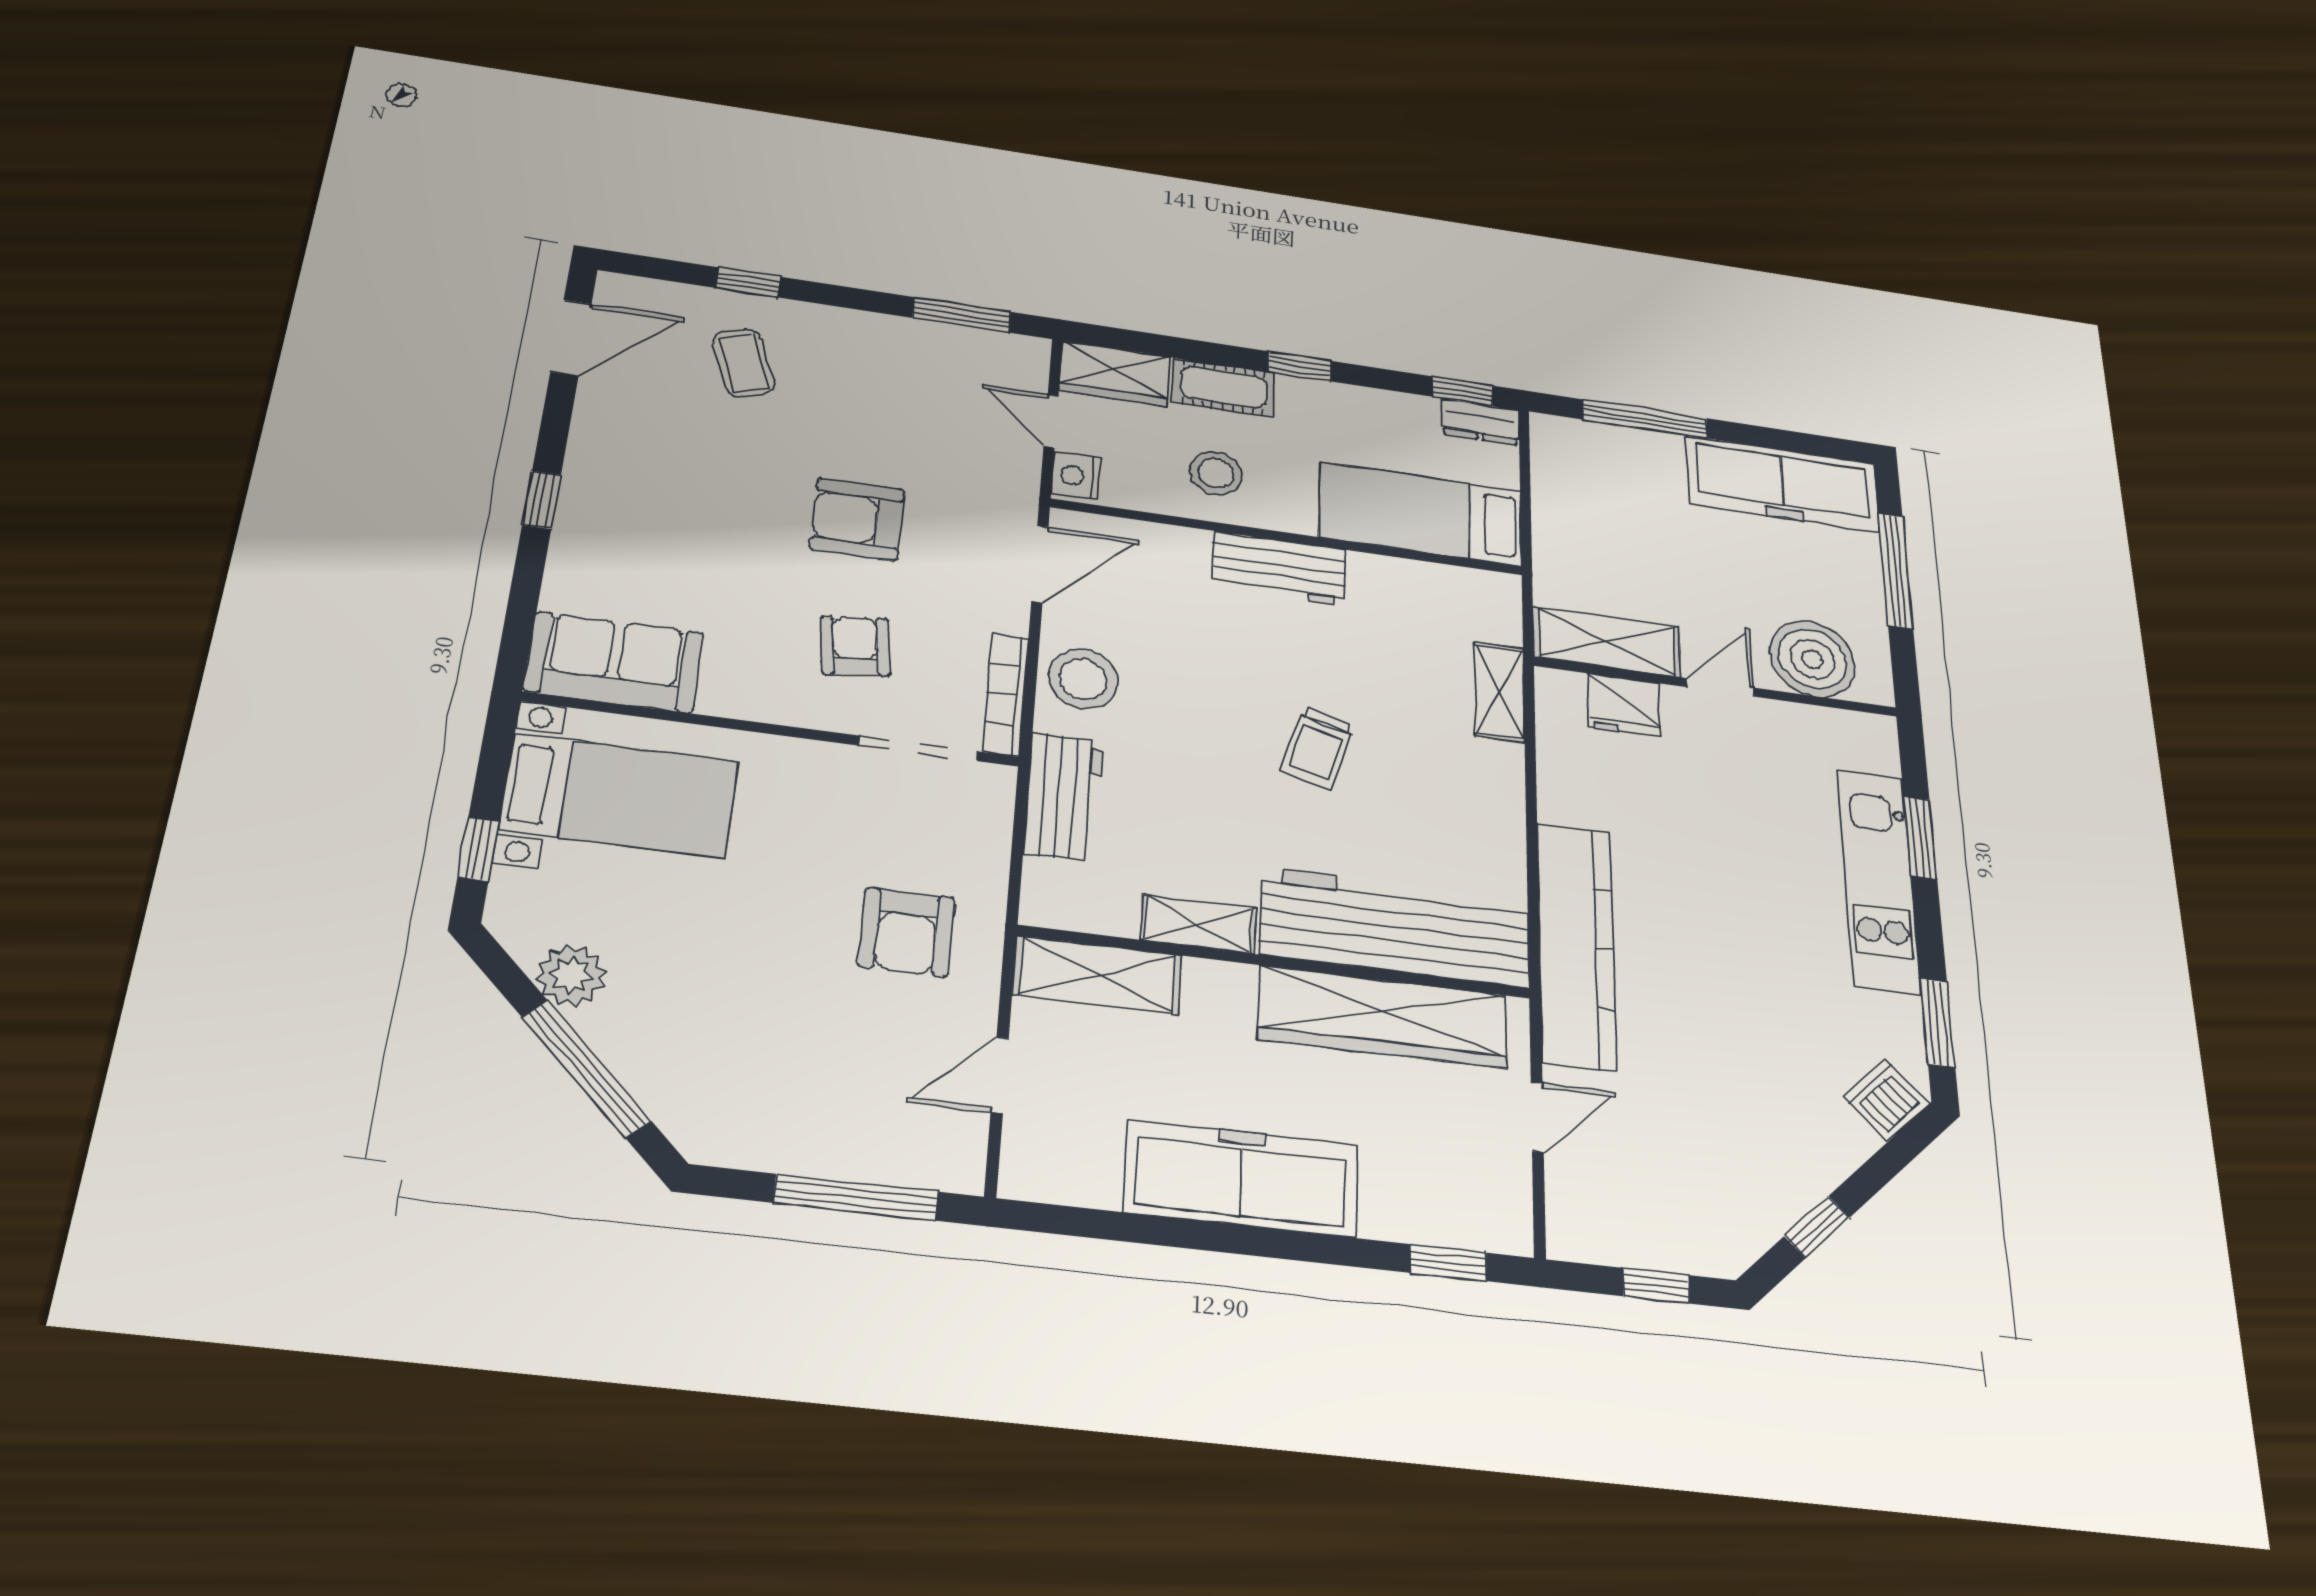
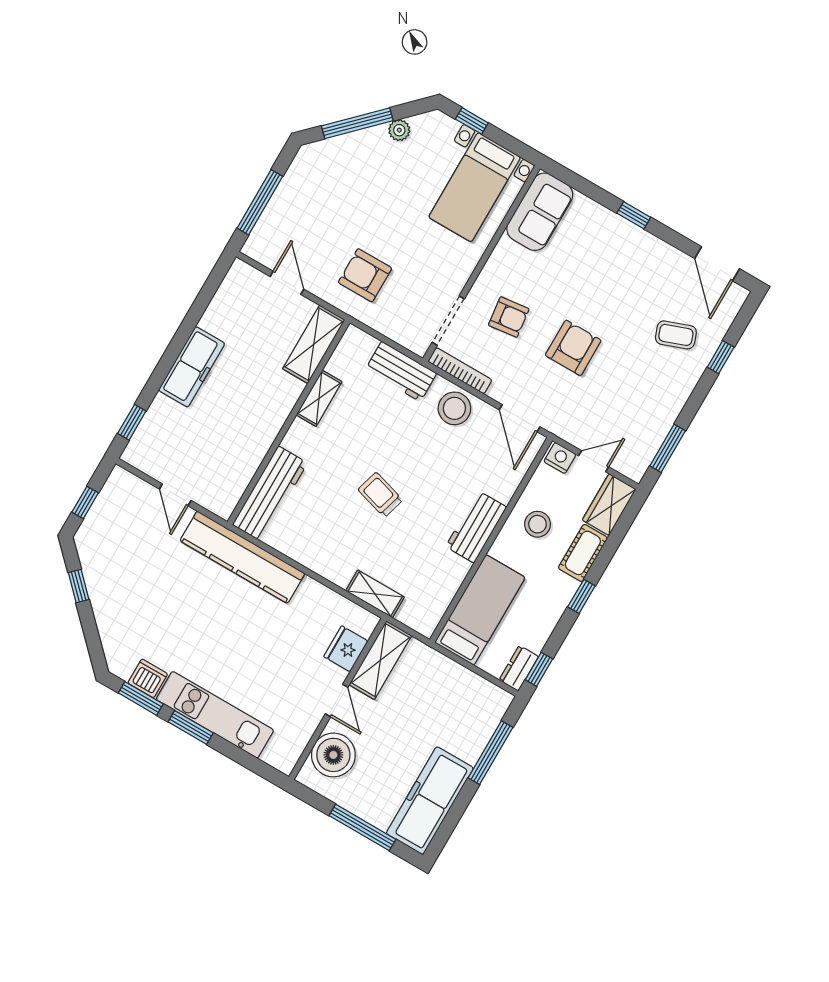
window: (1920, 838) -> (191, 727), moved
workbench: (1395, 927) -> (270, 494), width x0.73, depth x0.76
plant: (571, 975) -> (399, 130), width x0.73, depth x0.73
wardrobe: (1383, 1017) -> (246, 454), removed
dishwasher: (1886, 1100) -> (148, 678), moved, turned -45
freezer: (1241, 1178) -> (192, 367), width x0.73, depth x0.79

